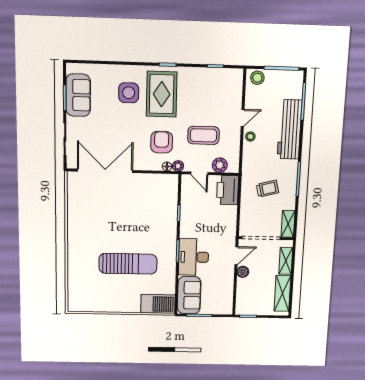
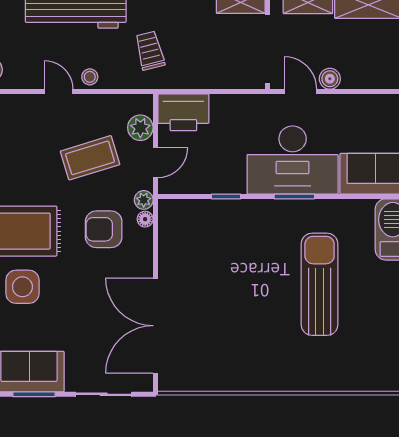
coffee table: (203, 135) -> (90, 158), turned 73
trolley: (267, 189) -> (150, 51), moved
desk: (194, 257) -> (293, 160), width x1.36, depth x1.30

